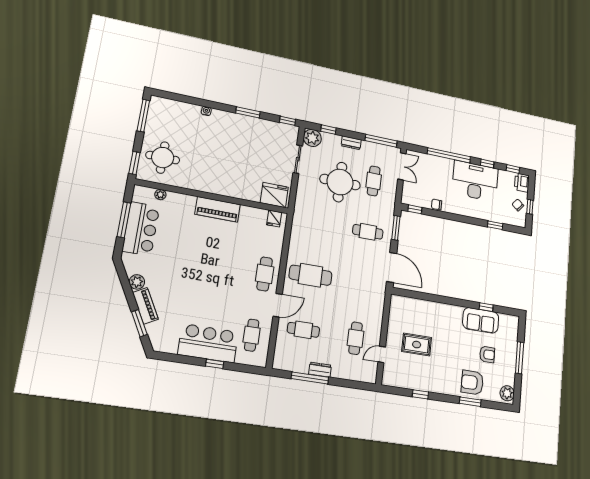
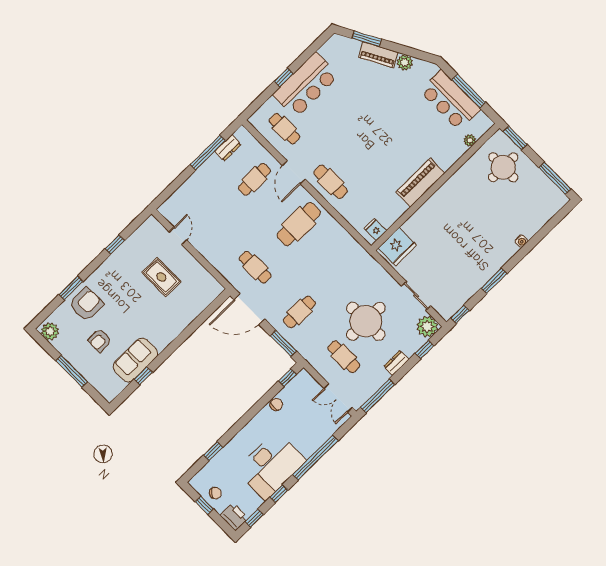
cafe table: (356, 338) -> (255, 267), moved
rug: (417, 345) -> (161, 277), turned 90
dresser: (320, 370) -> (228, 148), moved

